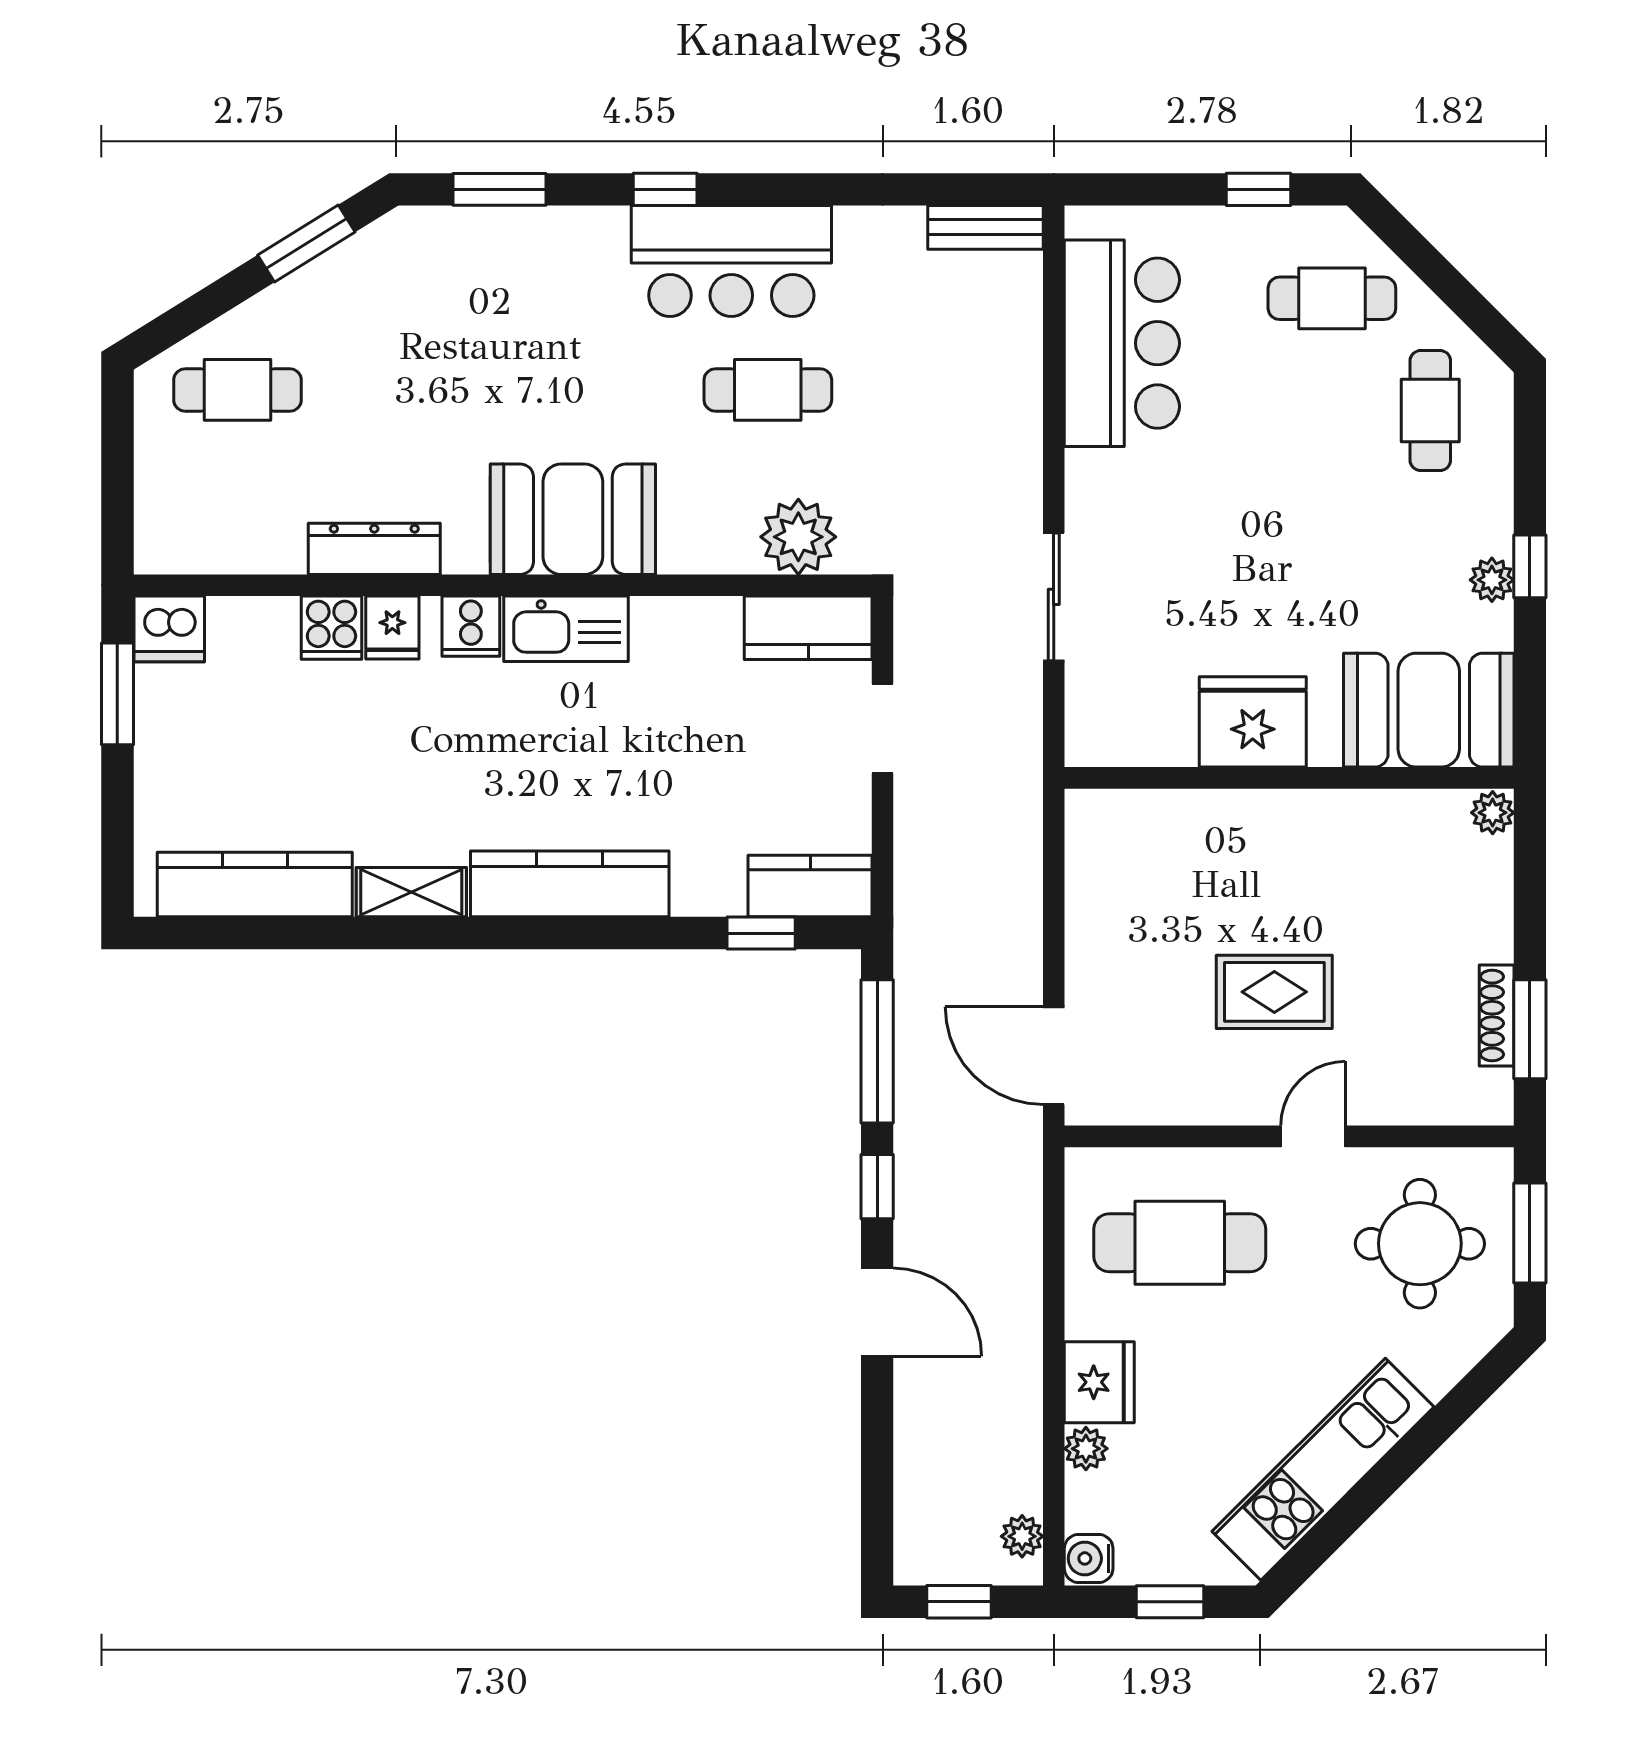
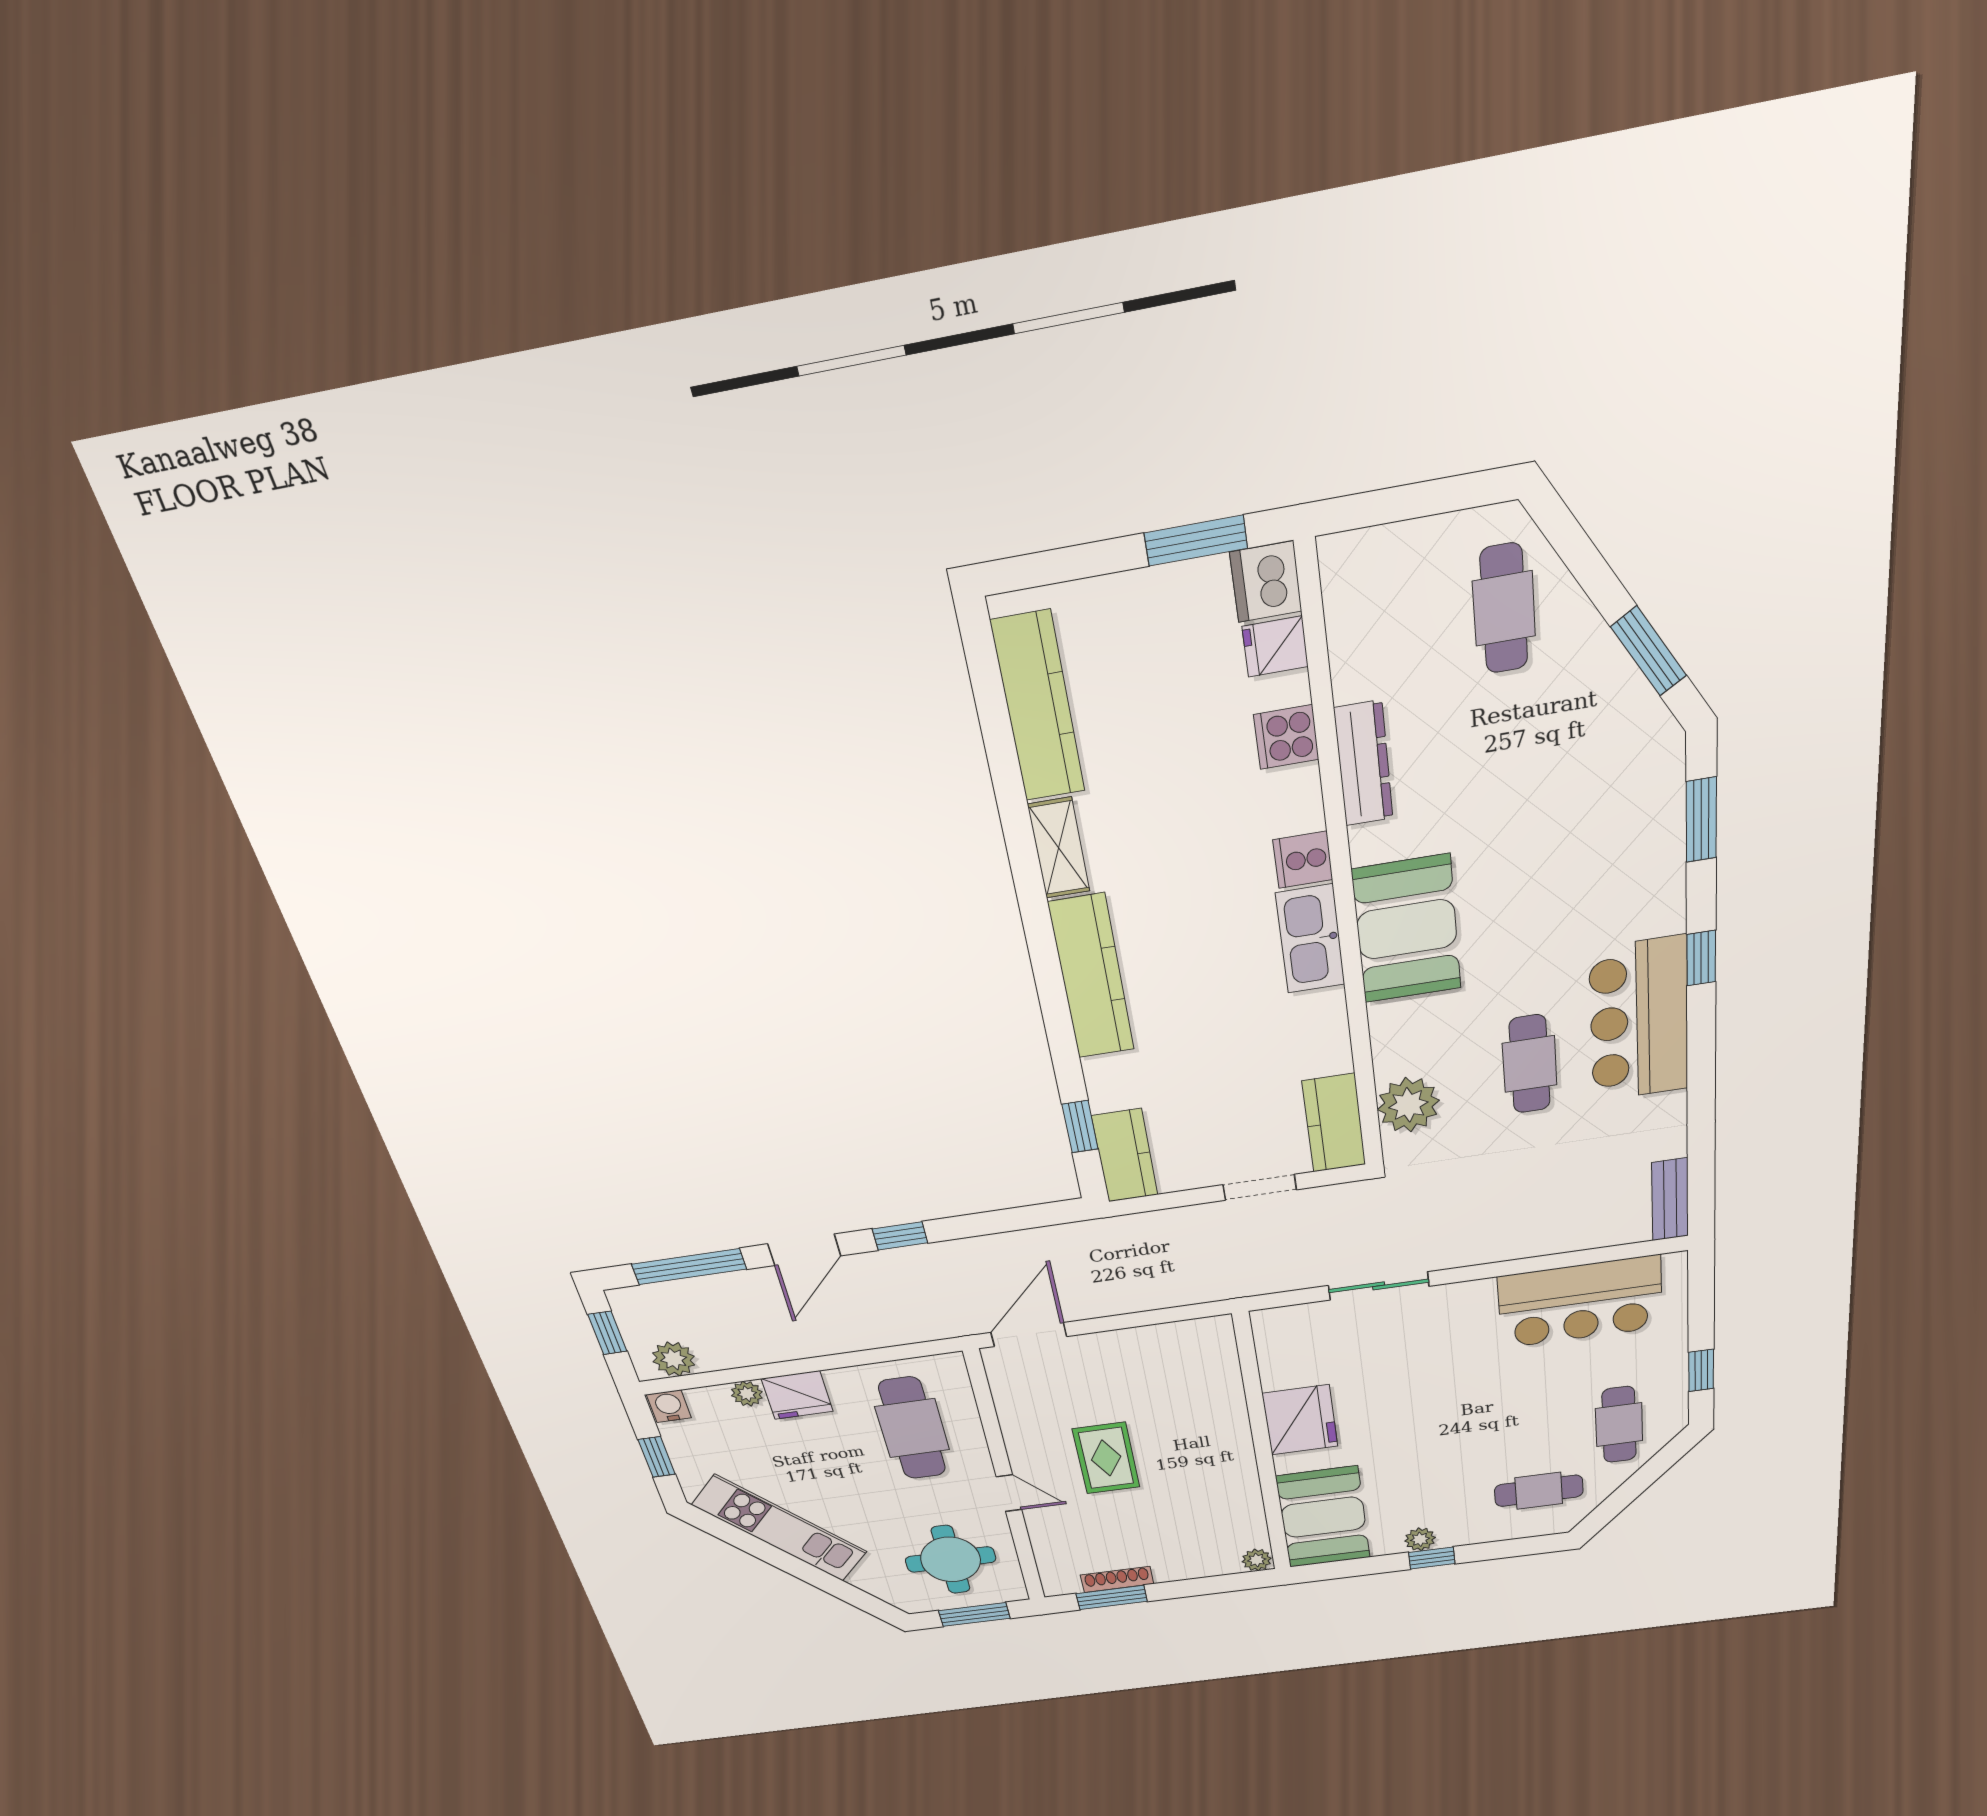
fridge: (392, 628) -> (1275, 647), moved
window: (877, 1051) -> (689, 1267), moved
plant: (1022, 1536) -> (674, 1359), width x1.38, depth x1.38

